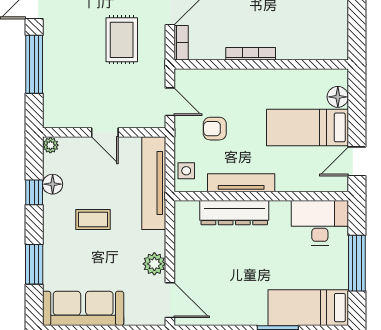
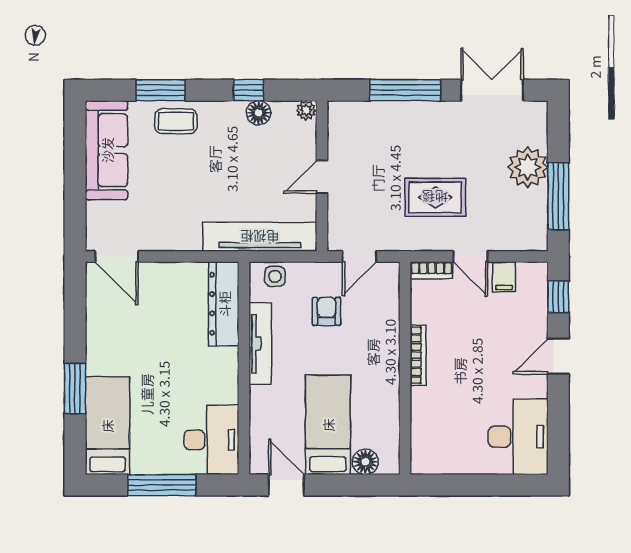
dresser: (234, 213) -> (224, 304), moved
coffee table: (93, 220) -> (176, 121), moved, turned 90
plant: (154, 264) -> (161, 237), removed
door: (170, 300) -> (117, 256), hinge flipped

